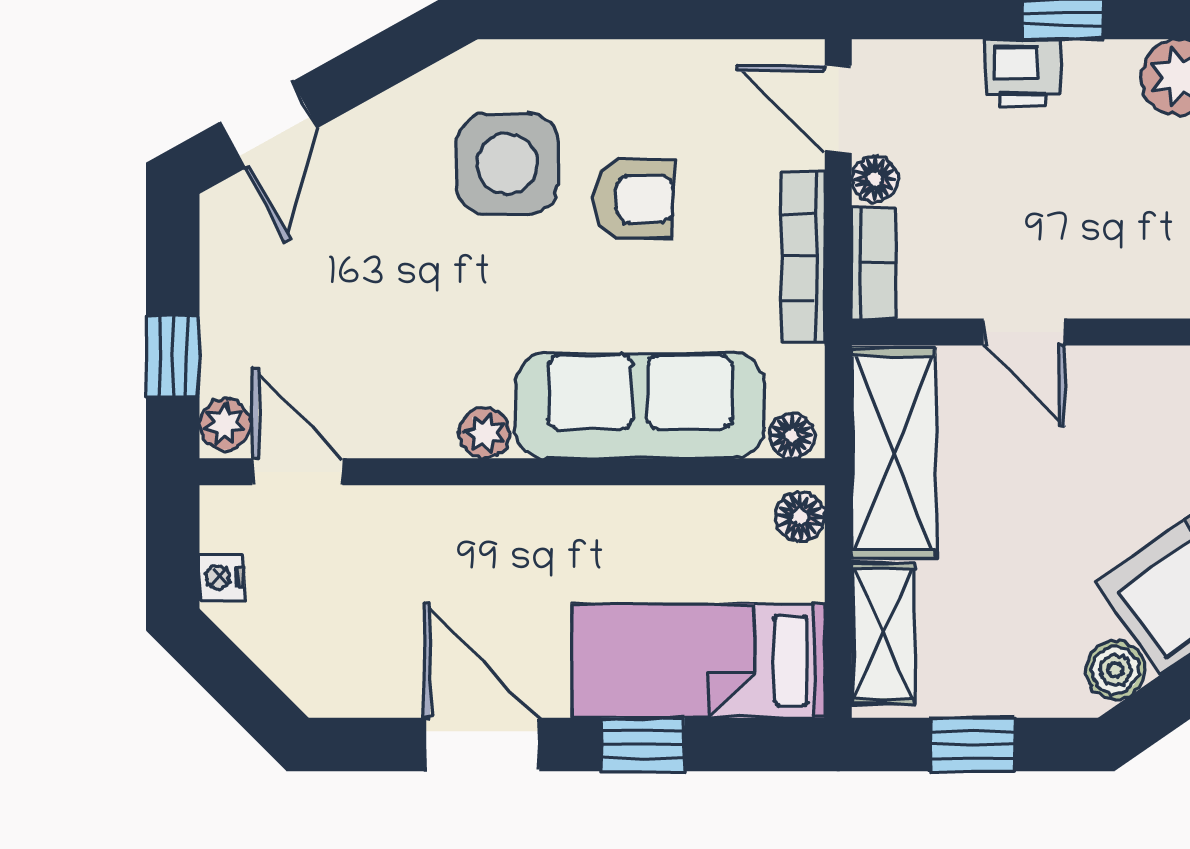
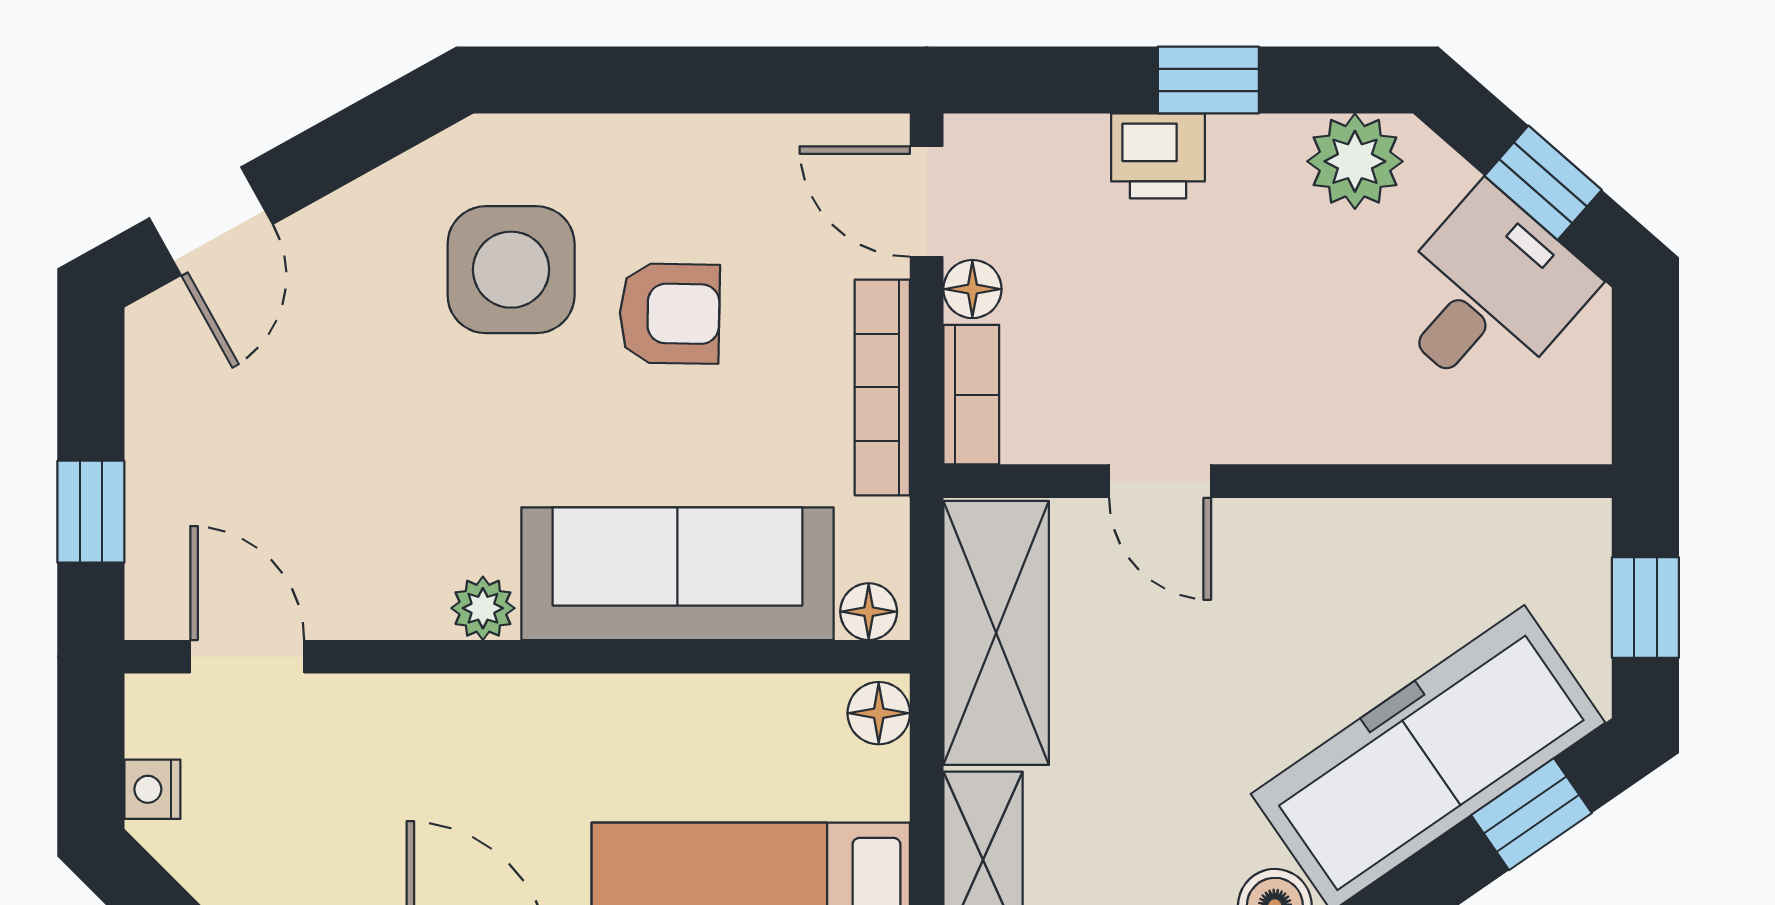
plant: (225, 424) -> (156, 597), removed

